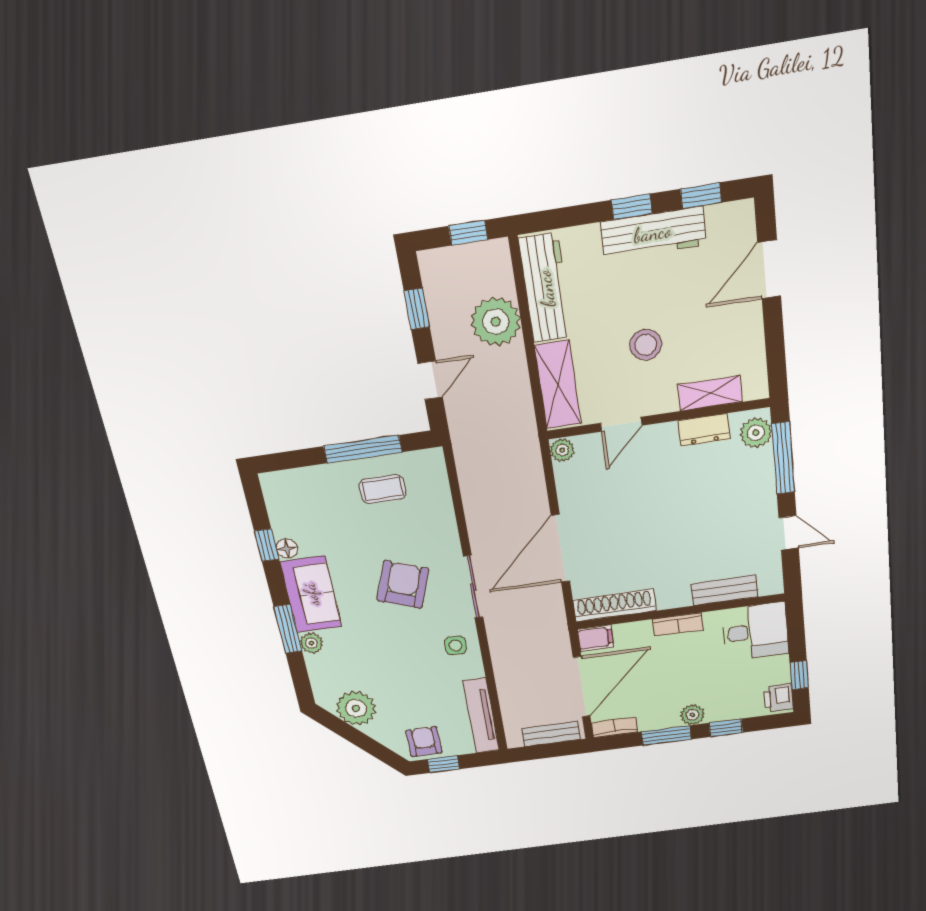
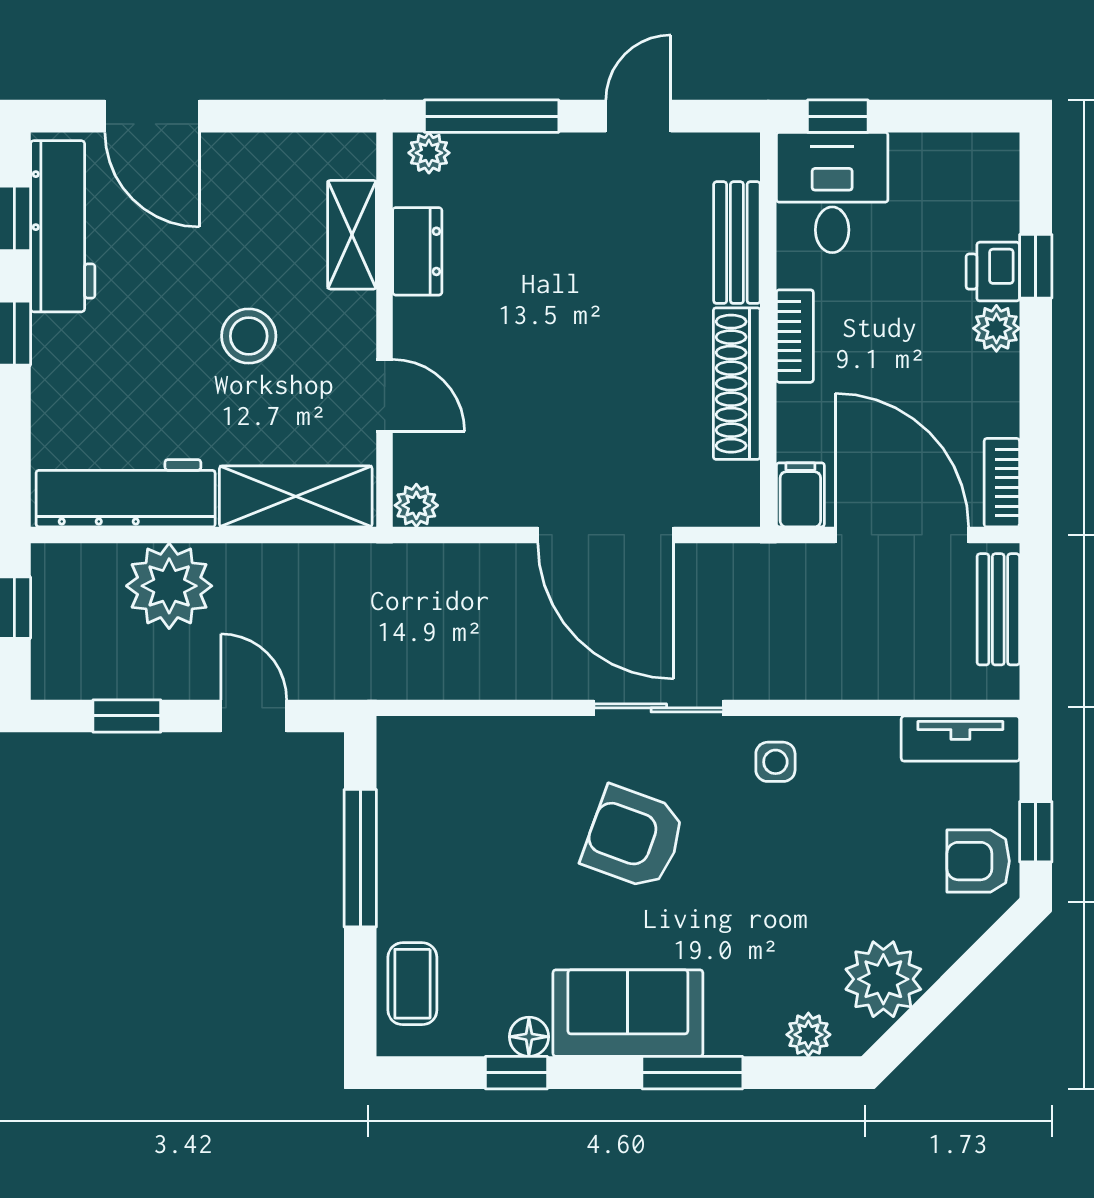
workbench: (653, 233) -> (63, 226), moved
plant: (756, 433) -> (429, 153), width x0.73, depth x0.73
coffee table: (383, 489) -> (412, 984), moved
shoe rack: (614, 605) -> (737, 384), moved
plant: (311, 643) -> (808, 1035), moved
window: (799, 675) -> (838, 116), moved
printer: (779, 698) -> (993, 272), moved, turned 90
tv unit: (481, 716) -> (960, 739), width x0.71
window: (666, 735) -> (1036, 384), removed

